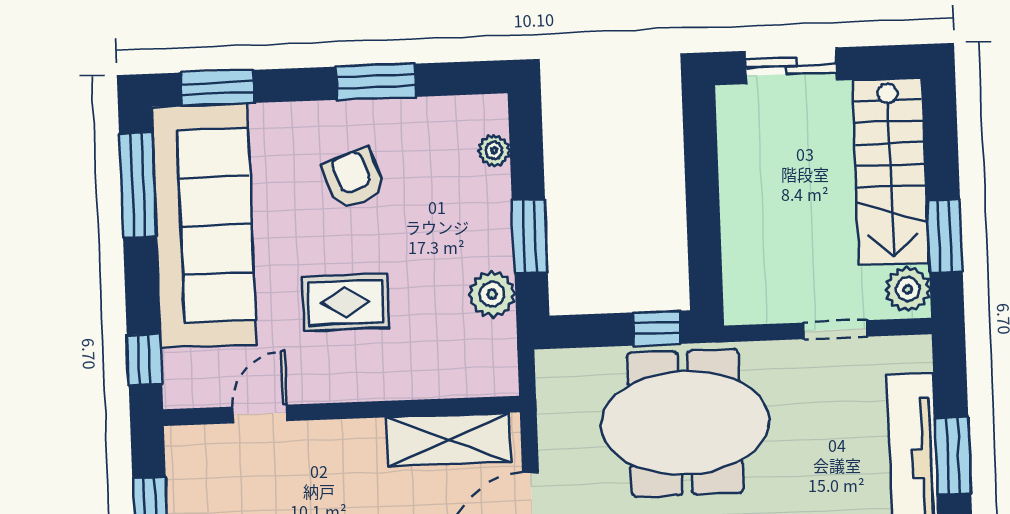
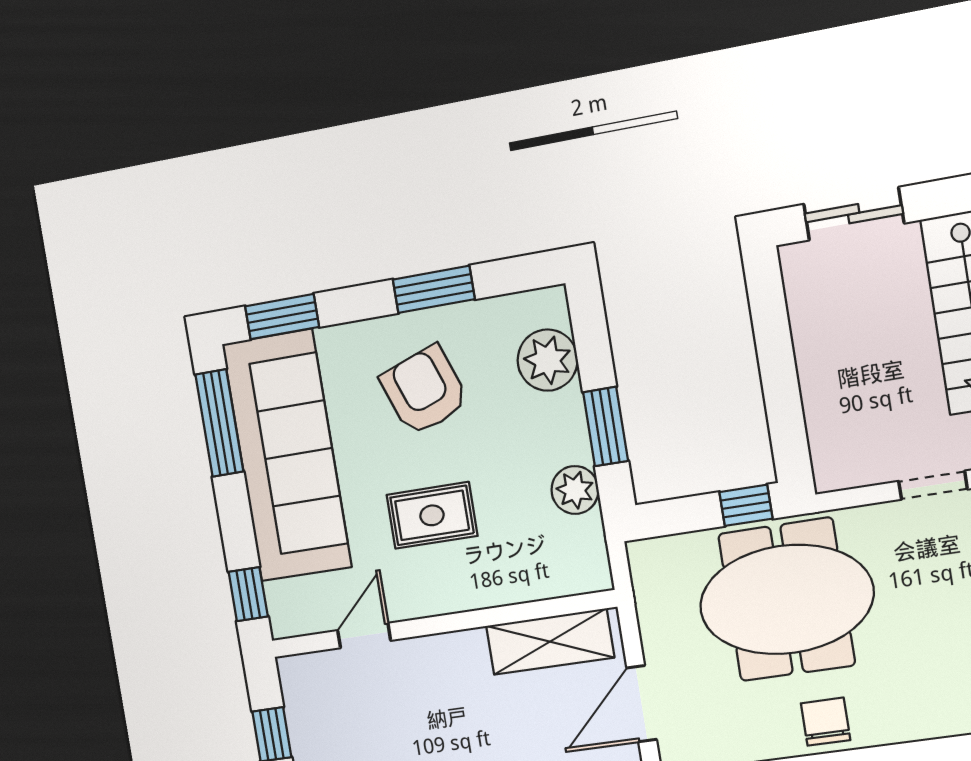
plant: (494, 151) -> (547, 360), width x1.87, depth x1.87
armchair: (354, 179) -> (424, 390), width x1.38, depth x1.38

